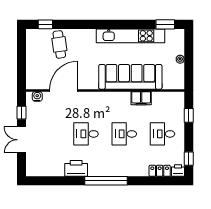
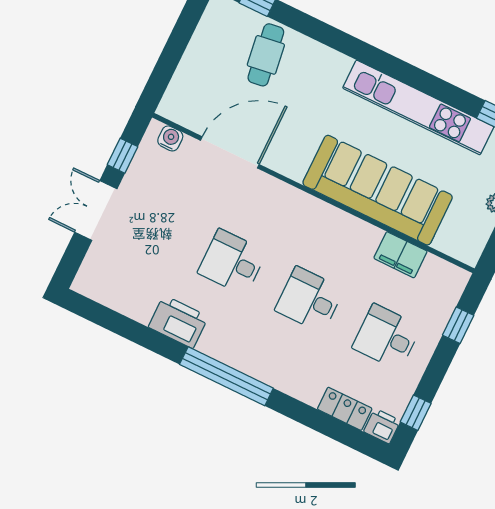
filing cabinet: (141, 98) -> (400, 255), moved

